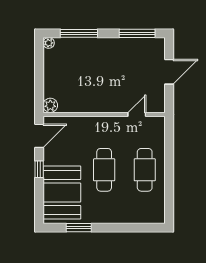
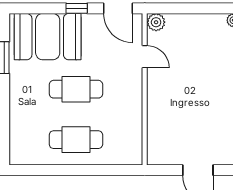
door: (137, 114) -> (145, 57), moved

